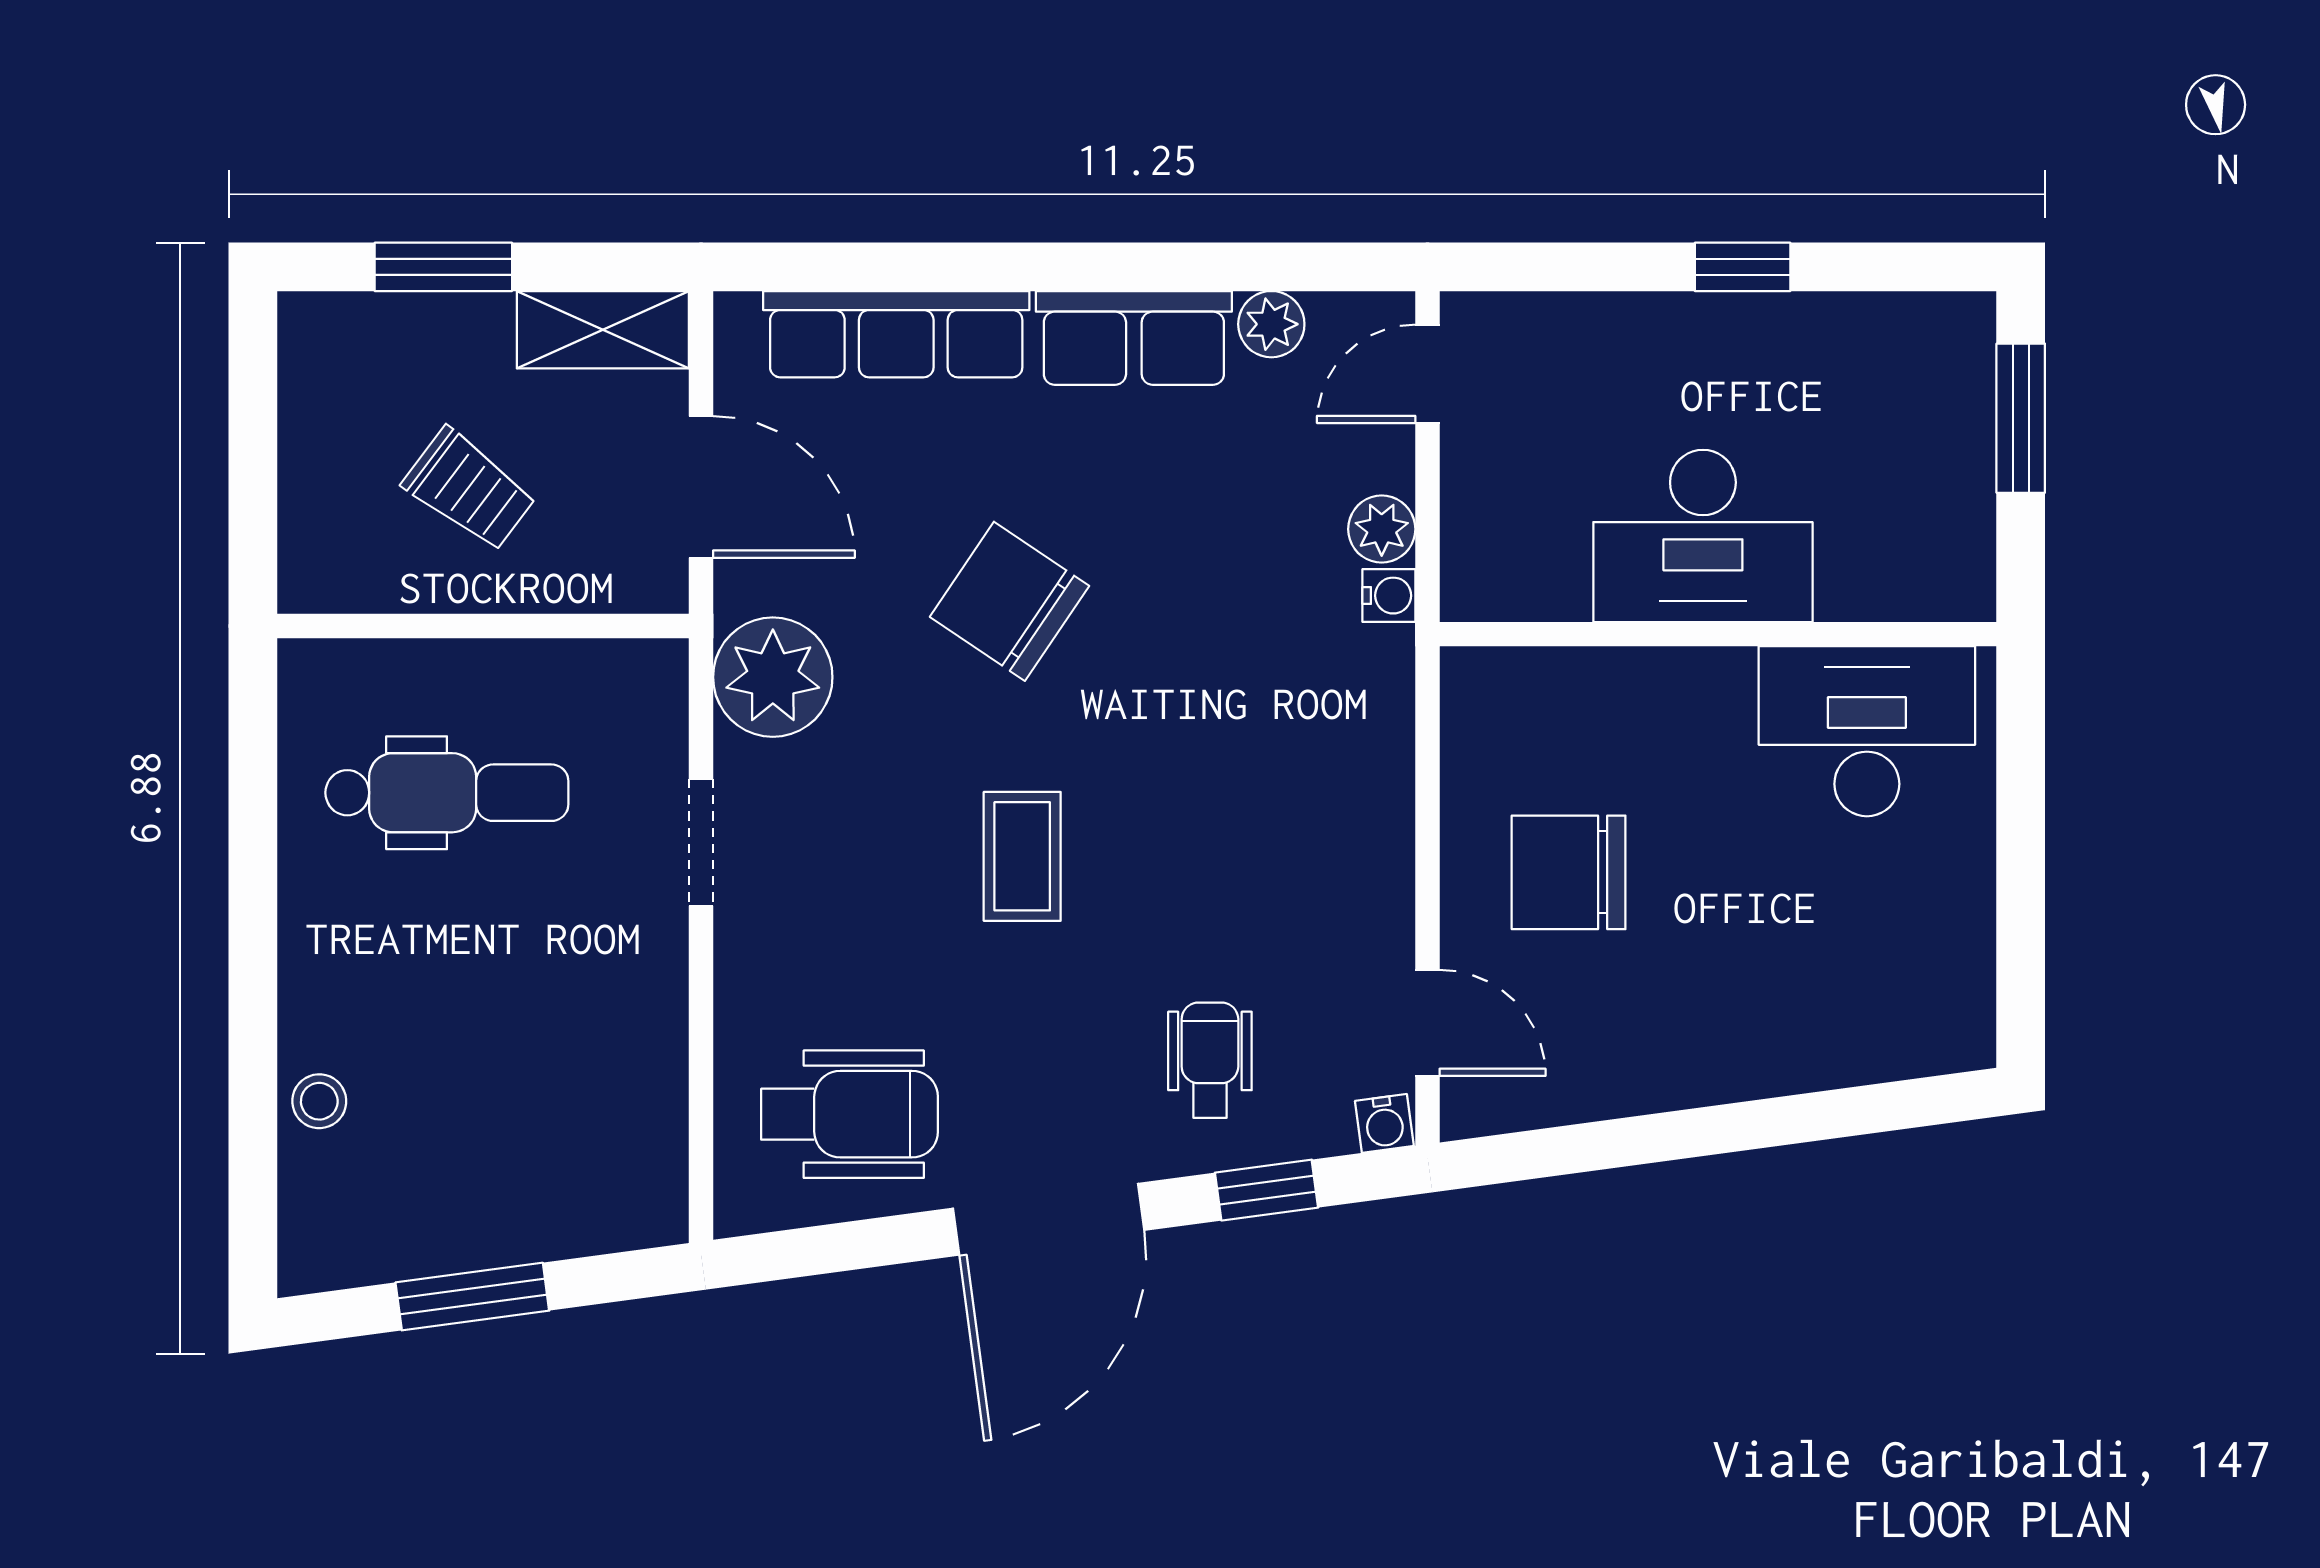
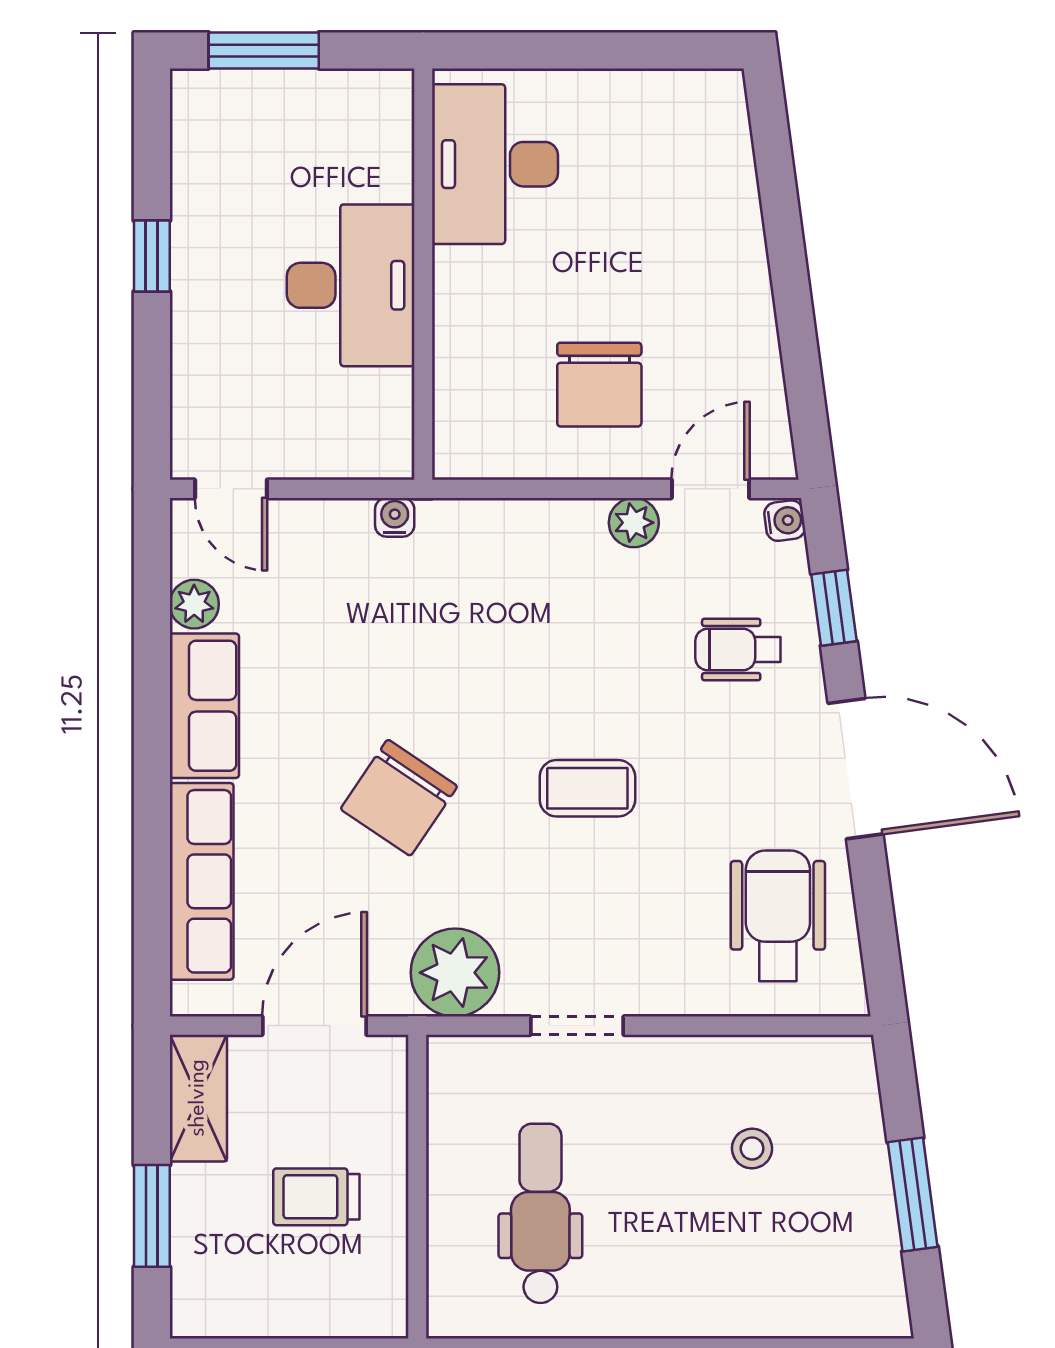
trolley: (469, 490) -> (316, 1197), turned -127
plant: (1382, 529) -> (634, 523), moved
stool: (319, 1101) -> (752, 1148), moved

